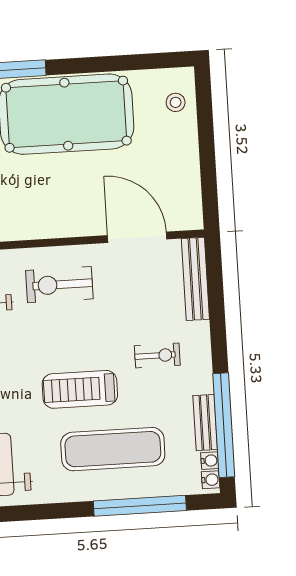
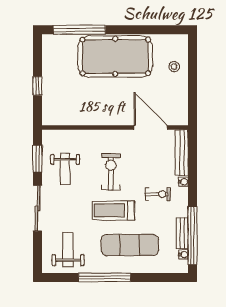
stool: (176, 102) -> (174, 67), moved
exercise bike: (59, 285) -> (111, 172), moved, turned 90
water cooler: (211, 480) -> (183, 182), moved
window: (140, 506) -> (104, 277), moved

